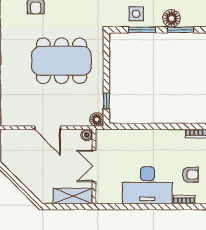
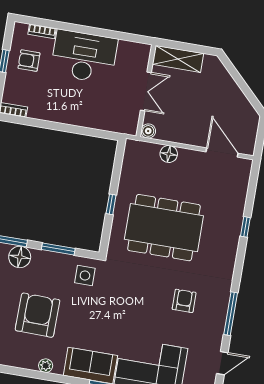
side table: (136, 14) -> (85, 276), moved
window: (106, 101) -> (111, 204), moved
floor lamp: (97, 120) -> (169, 154), moved
door: (48, 128) -> (222, 153), moved

